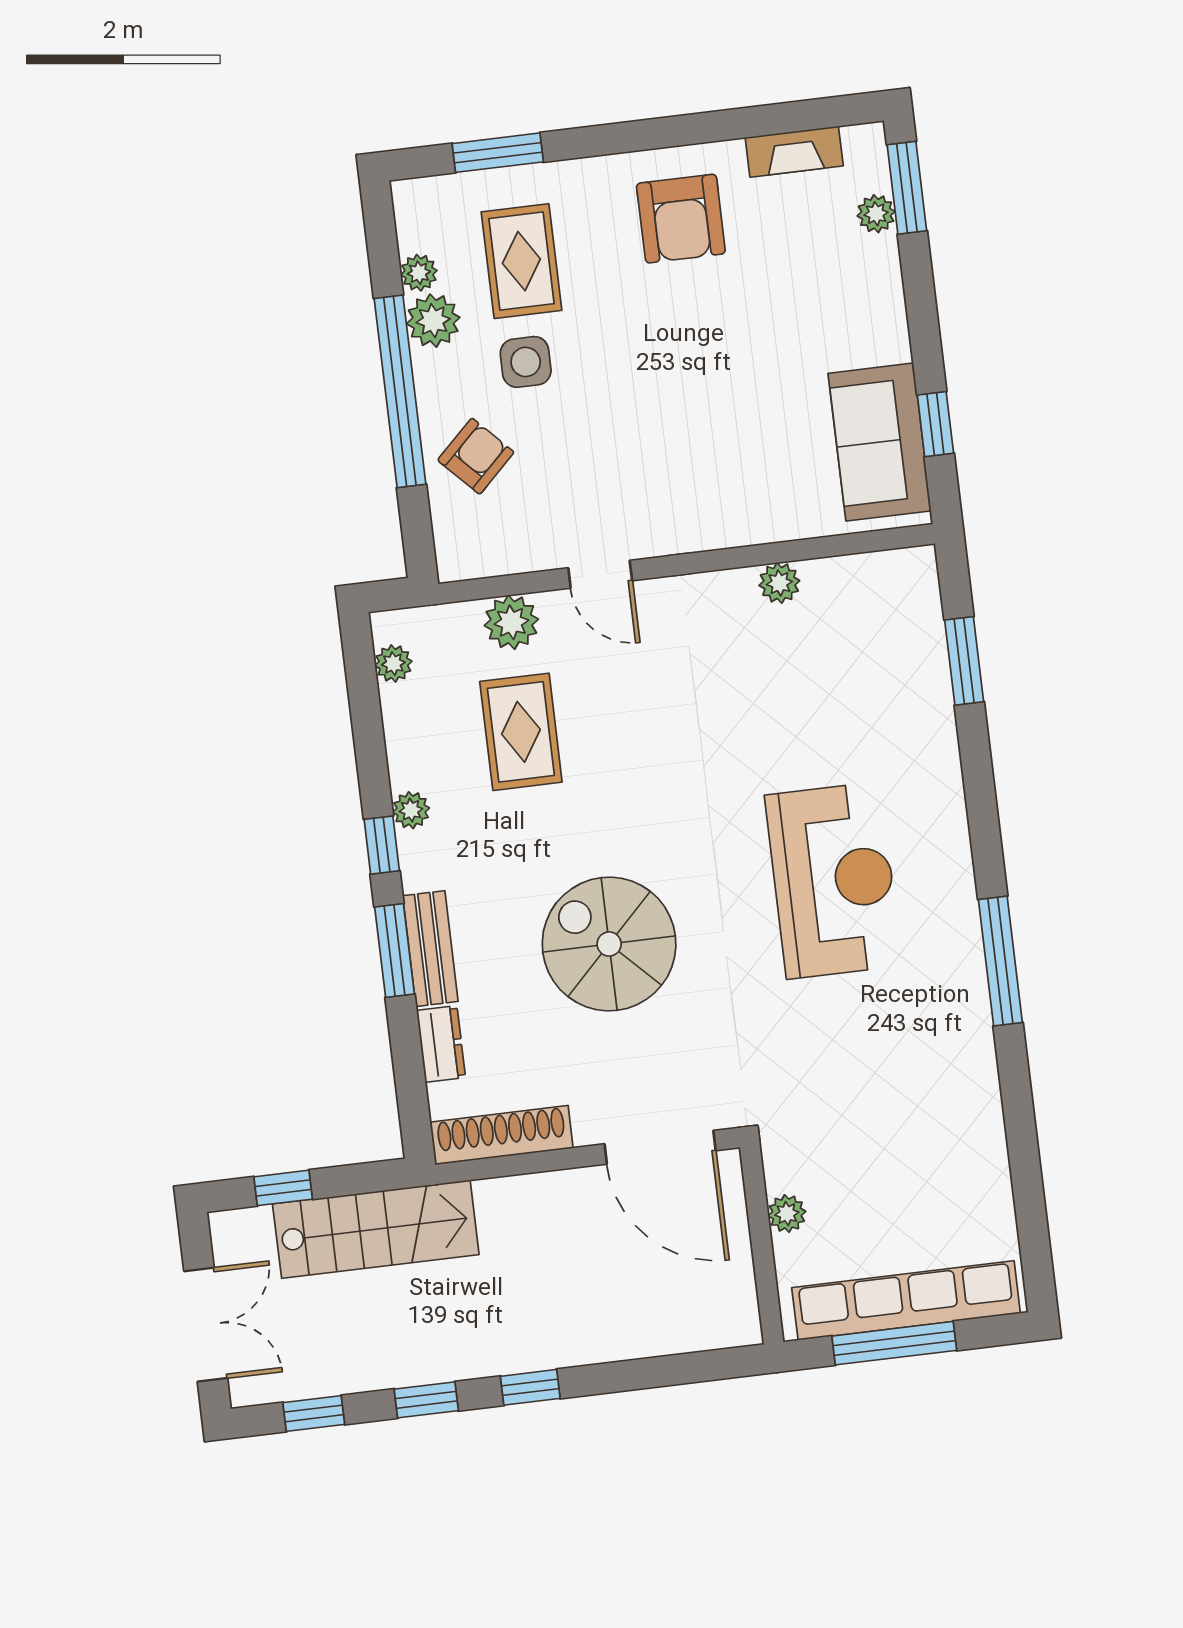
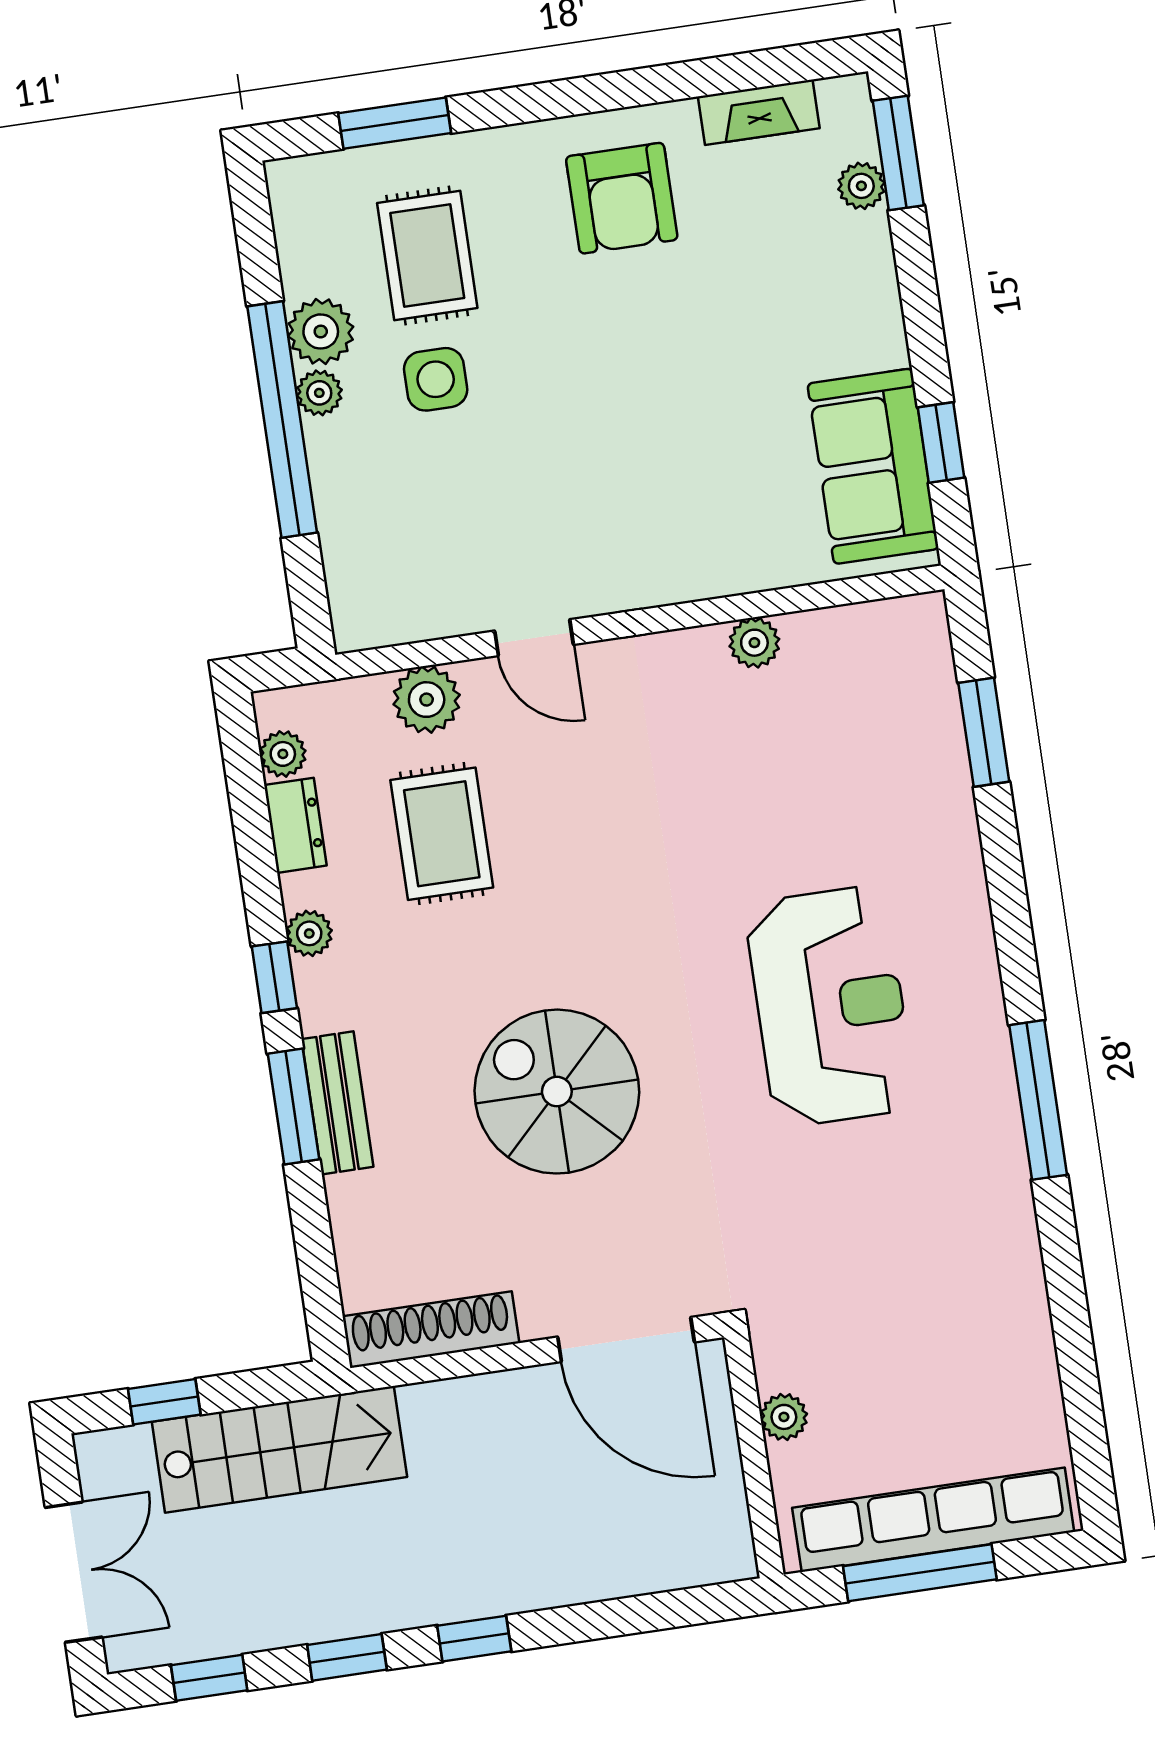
plant: (419, 273) -> (319, 393), moved
armchair: (476, 456) -> (378, 497), removed
dresser: (441, 1044) -> (295, 825), moved

